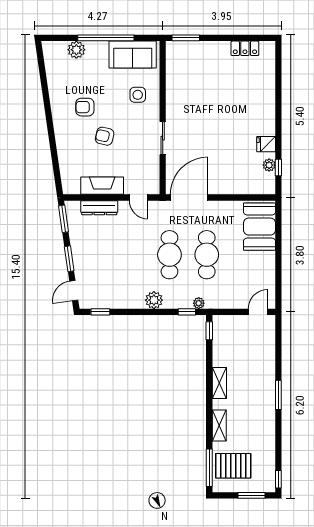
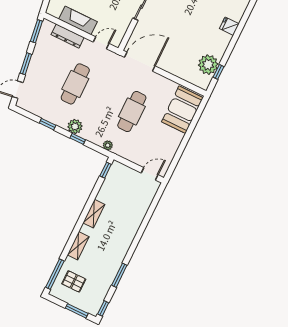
fridge: (266, 144) -> (229, 26), moved
plant: (269, 165) -> (208, 65), width x1.88, depth x1.88
door: (138, 197) -> (101, 43), swing flipped
cafe table: (169, 255) -> (75, 84), moved
window: (100, 312) -> (48, 124), moved
window: (187, 312) -> (78, 139), moved
window: (278, 395) -> (119, 275), moved
pallet: (233, 466) -> (74, 281), width x0.67, depth x0.71

